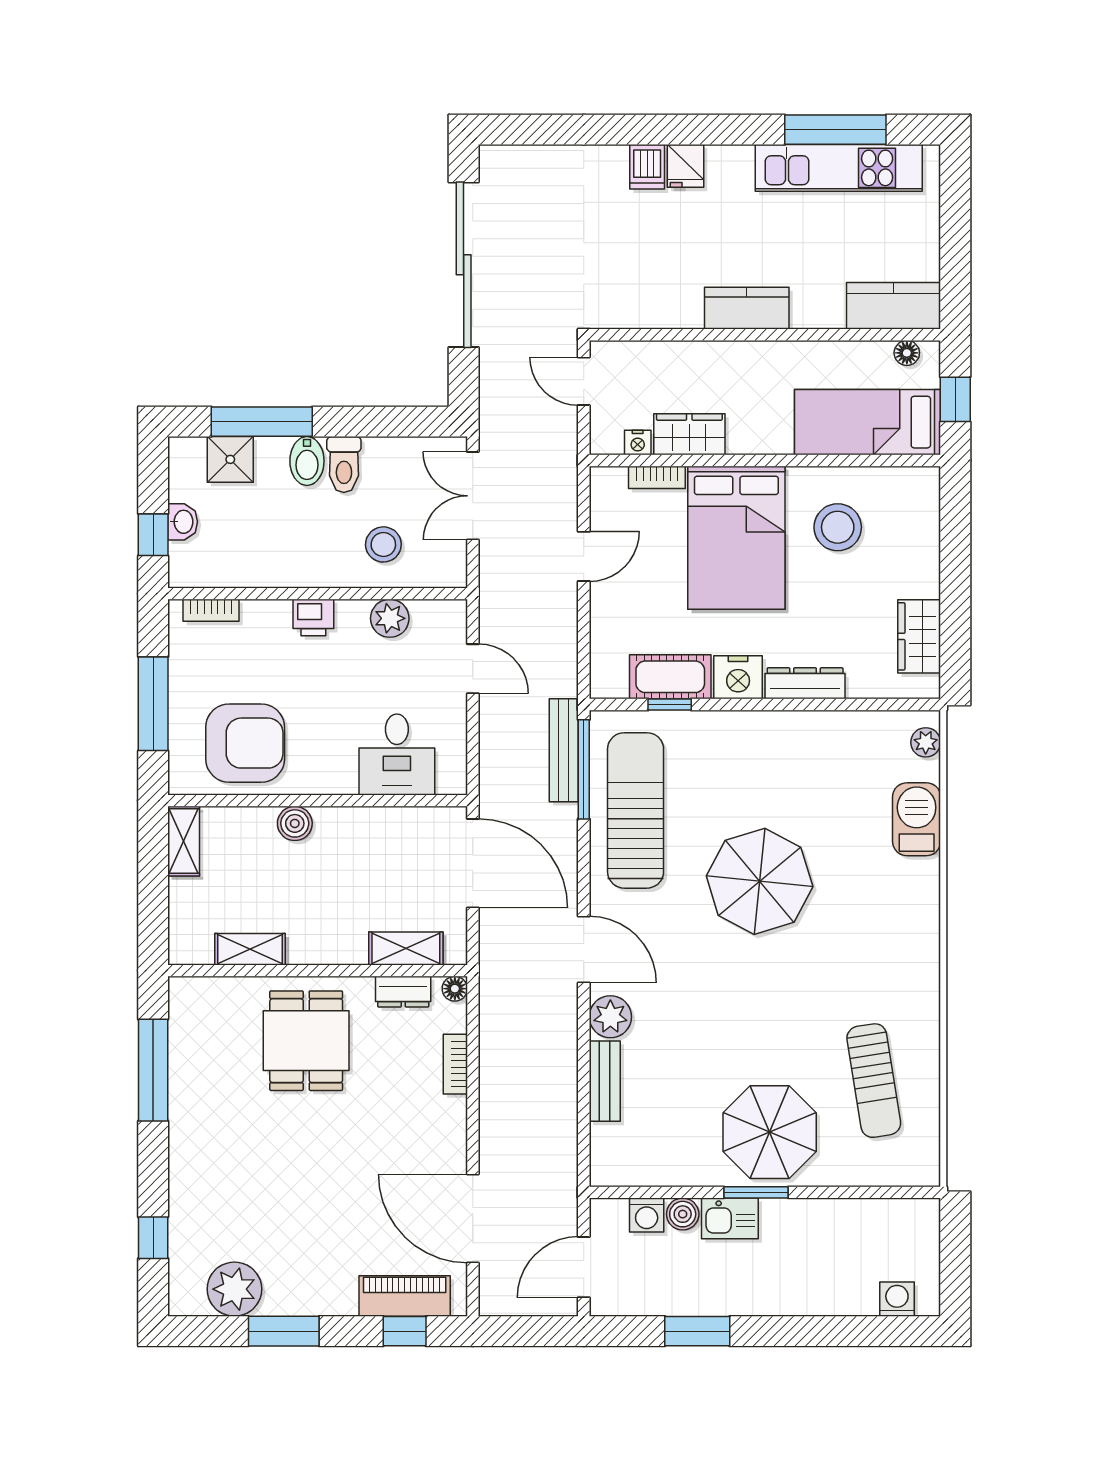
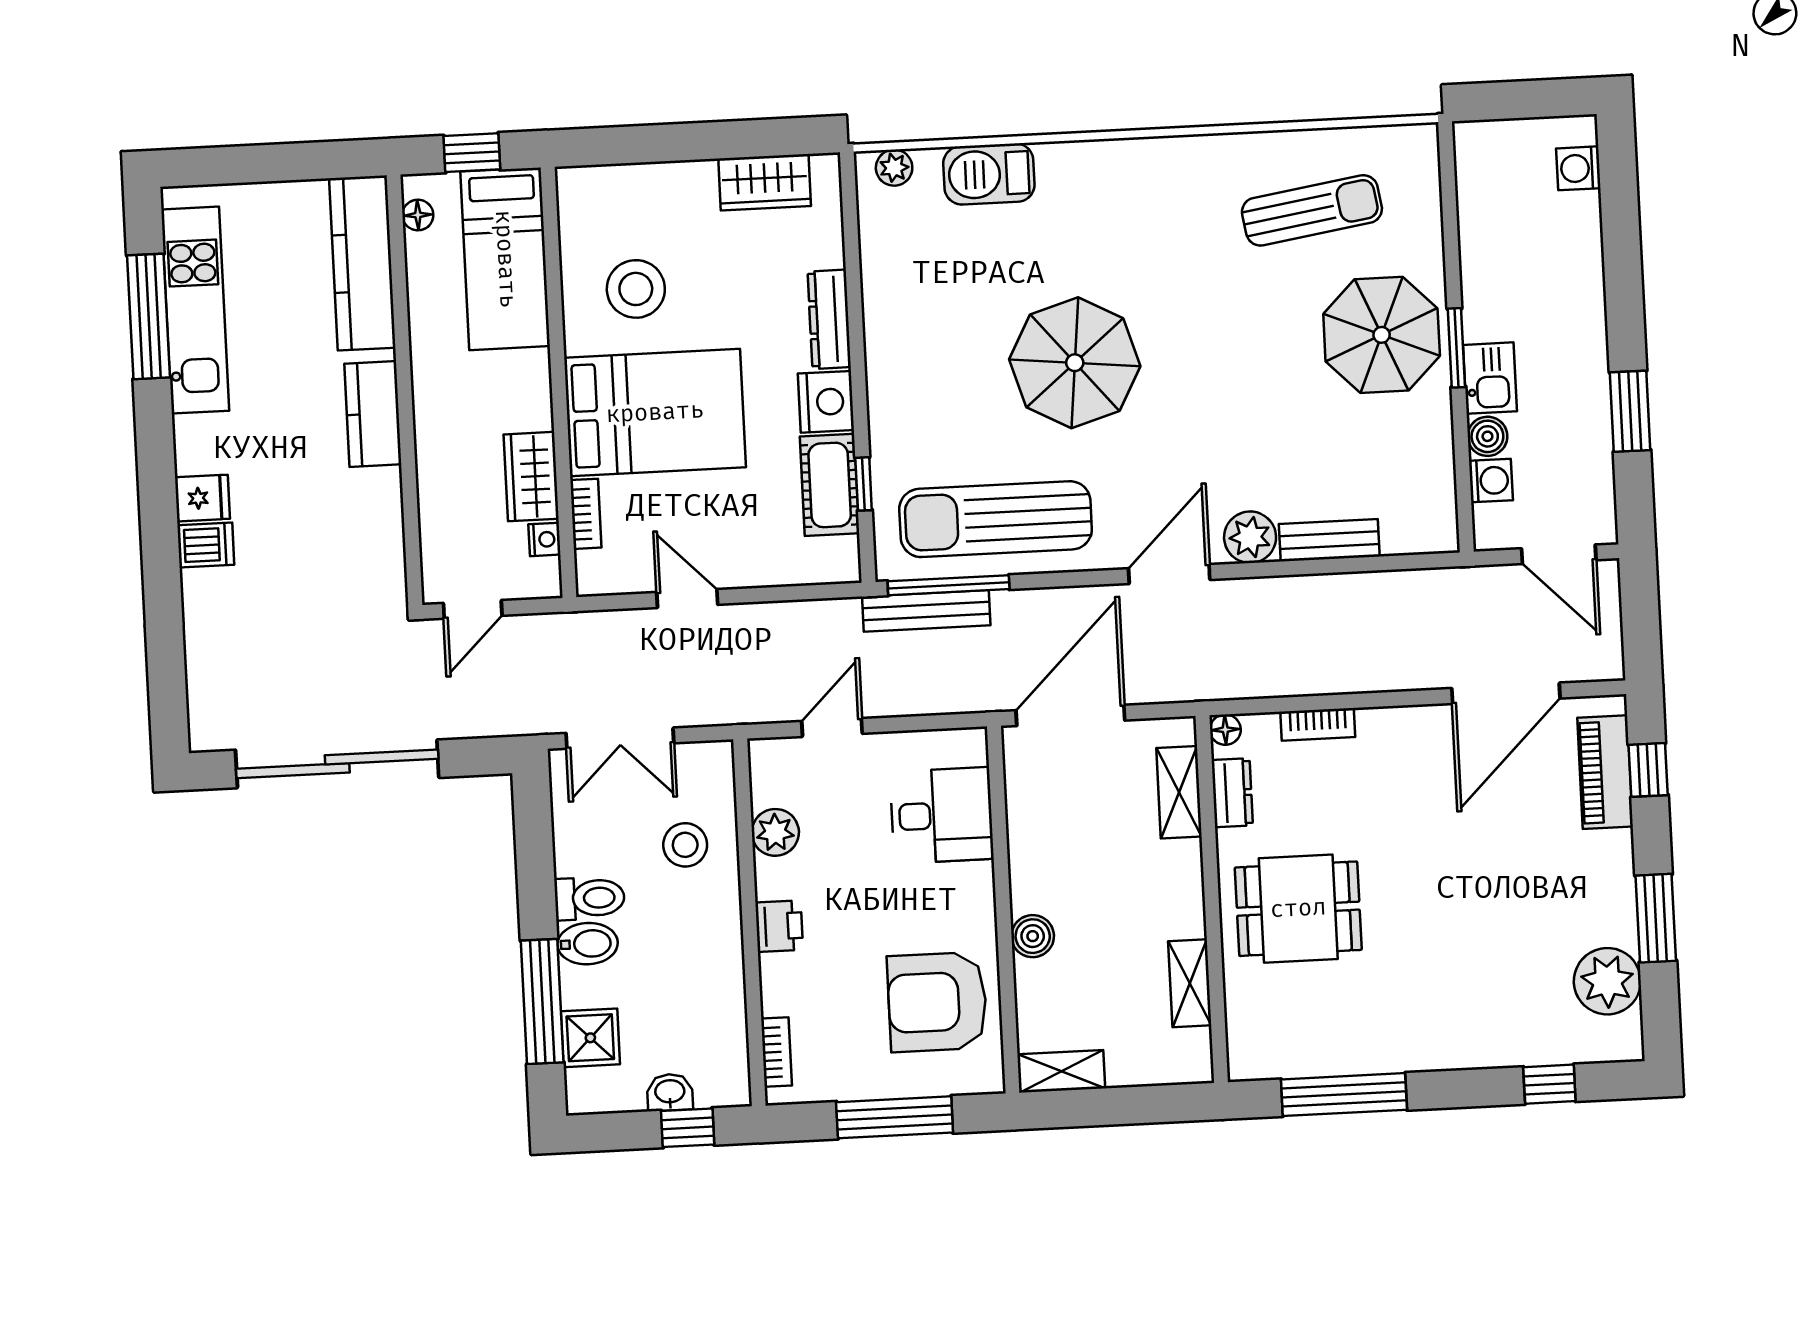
kitchen counter: (894, 306) -> (362, 263), width x1.50
armchair: (245, 743) -> (937, 1002), turned -90

